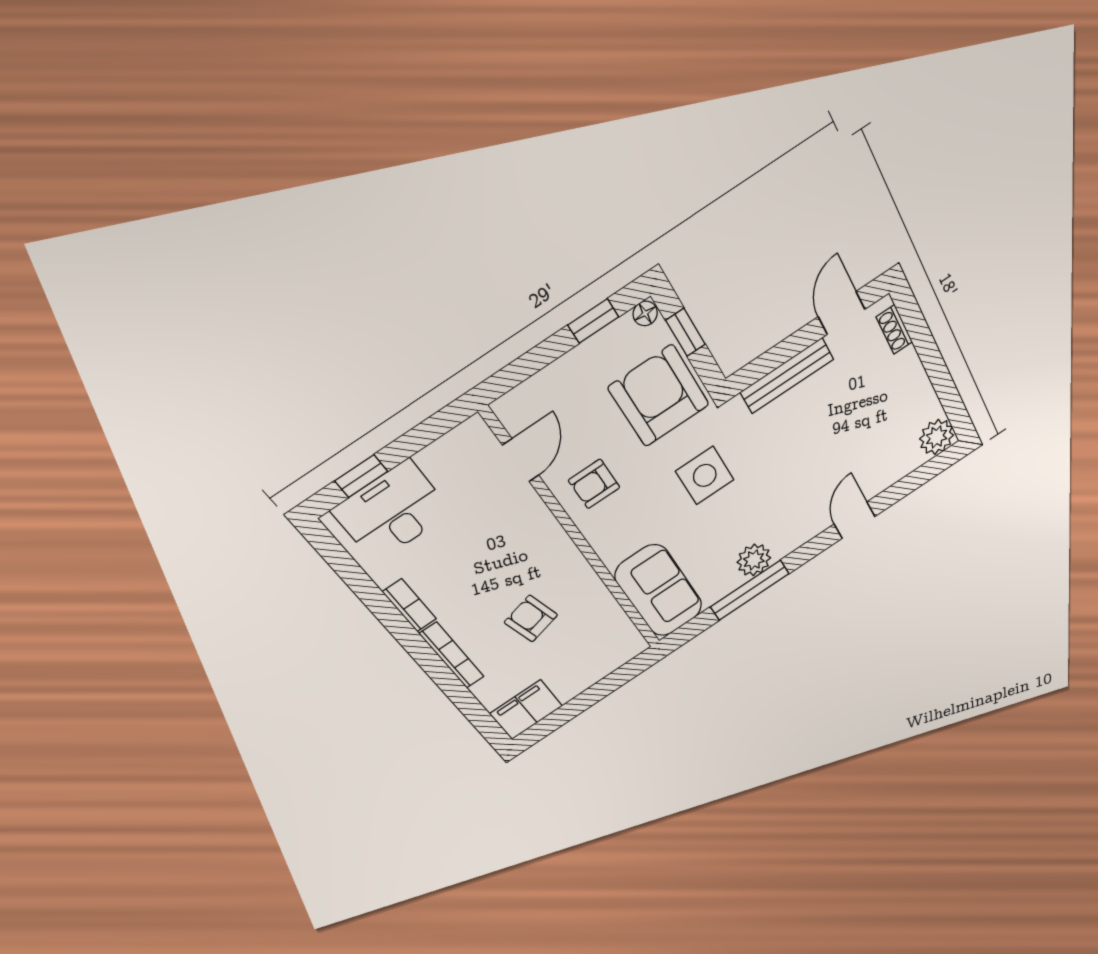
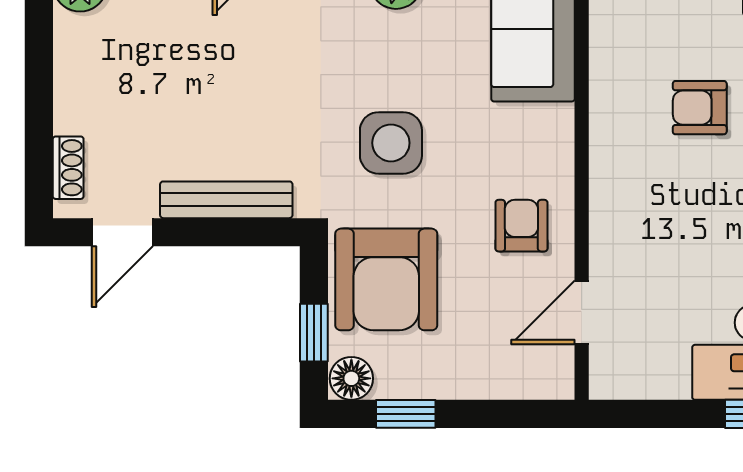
floor lamp: (645, 313) -> (351, 378), width x1.37, depth x1.37
armchair: (594, 484) -> (521, 226), turned -90
armchair: (531, 619) -> (700, 108), turned 105

